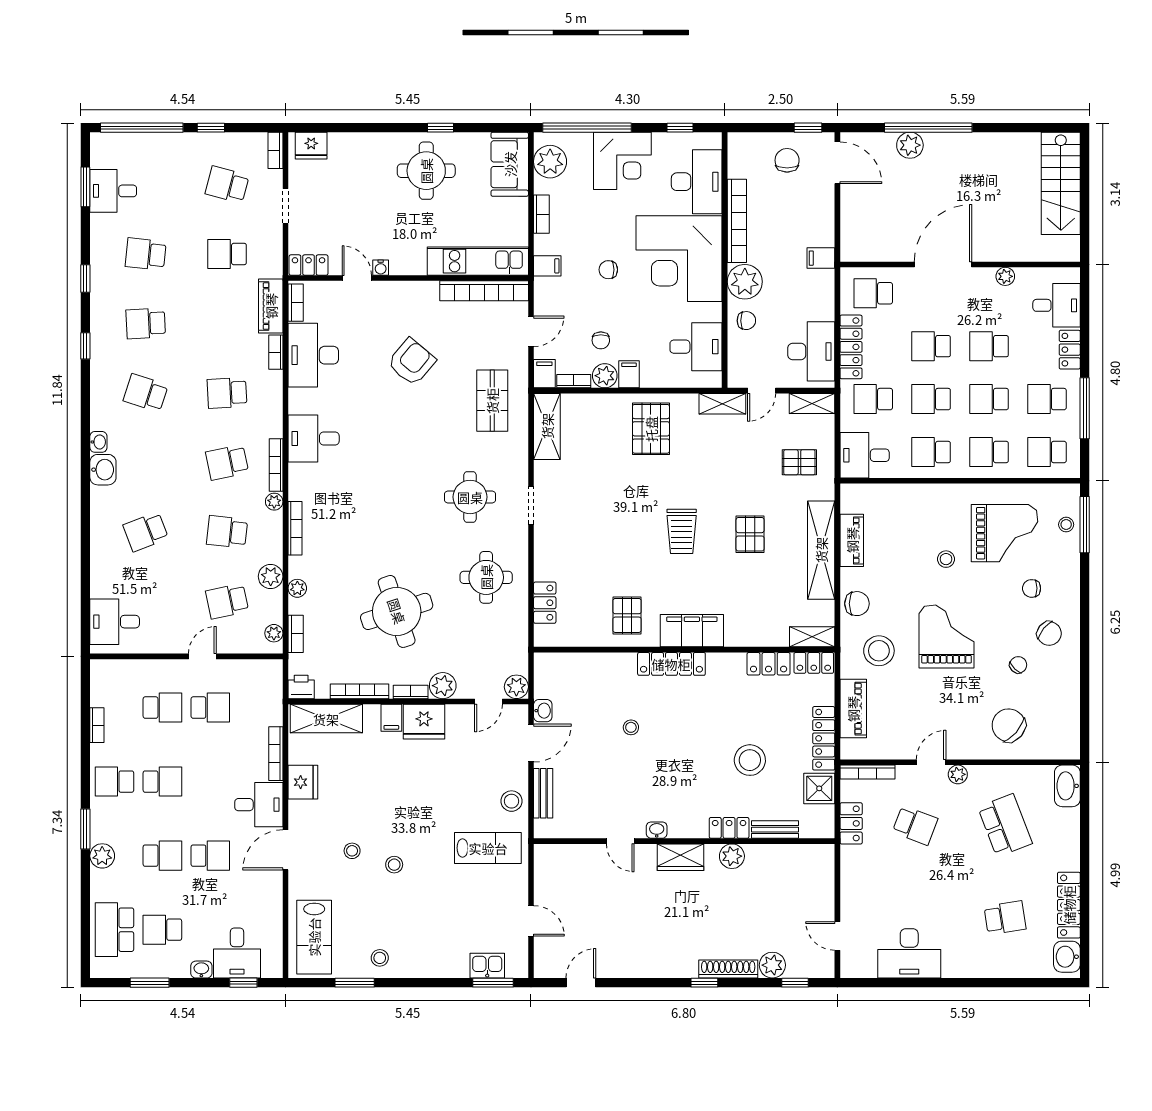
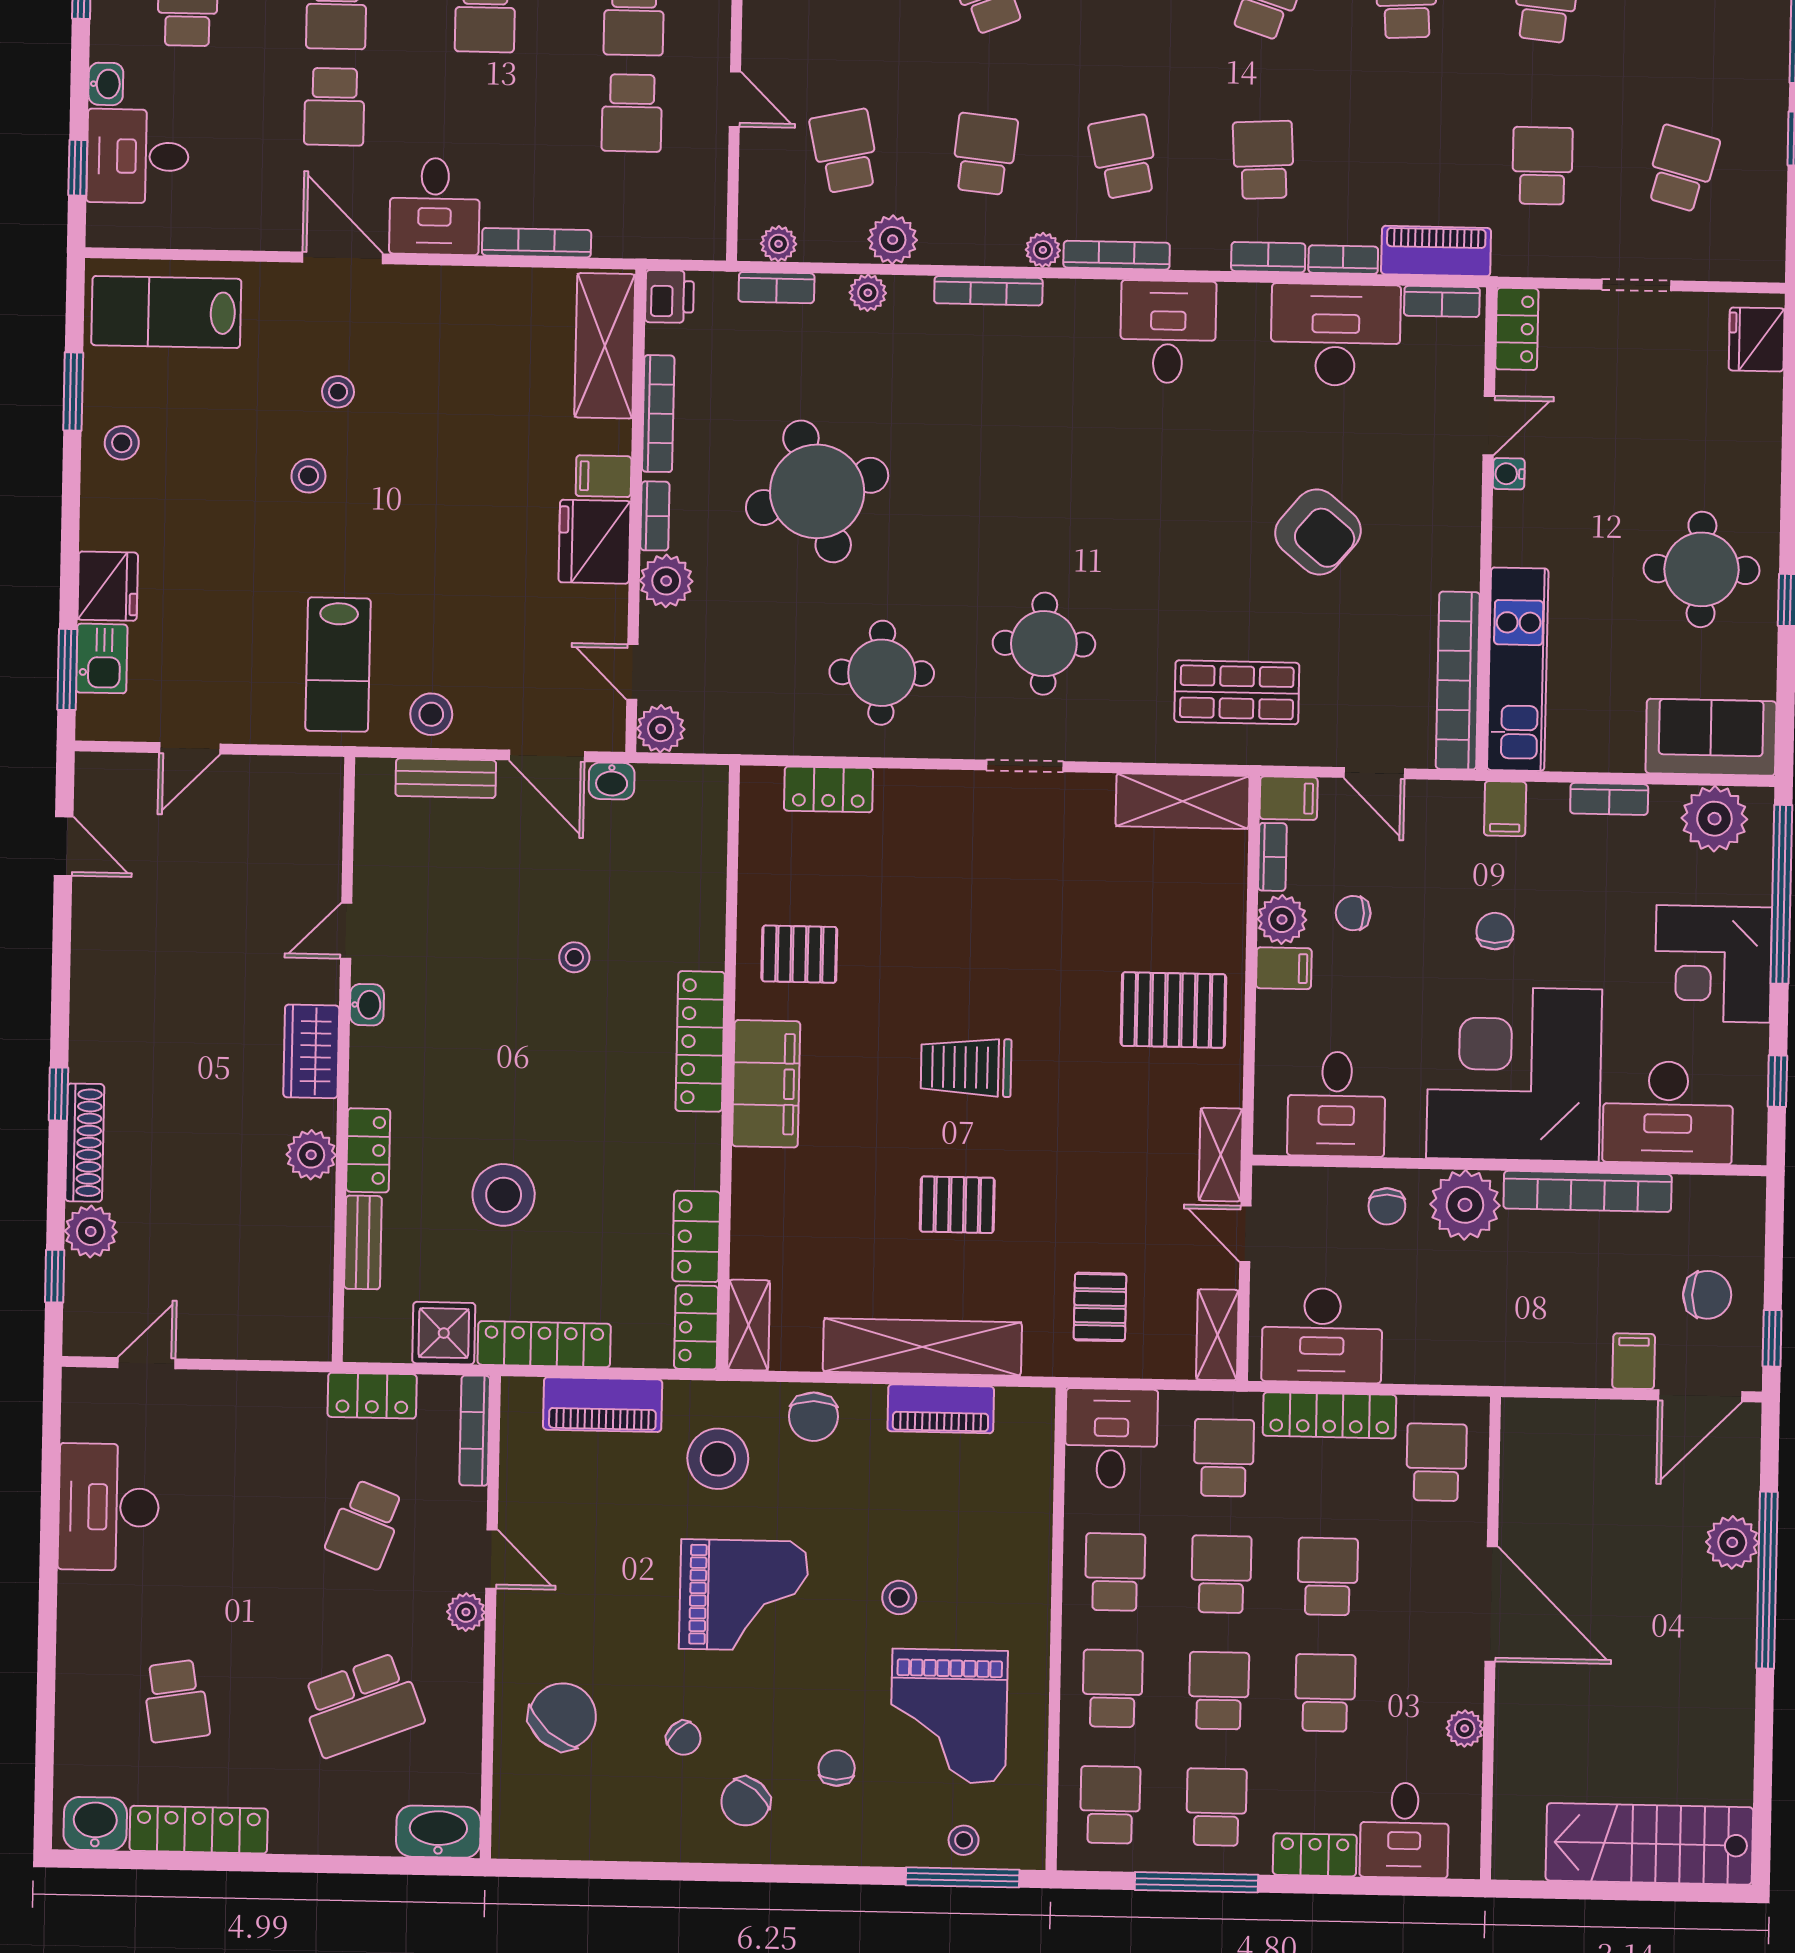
bookcase: (275, 150) -> (1268, 257), moved
filing cabinet: (821, 258) -> (1634, 1361), moved
fridge: (303, 782) -> (108, 586), moved, turned -90

